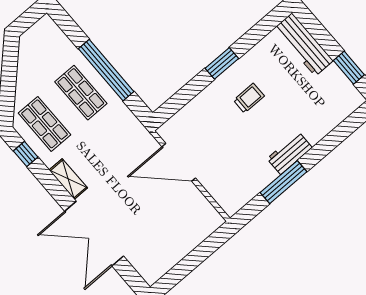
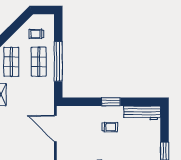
workbench: (304, 45) -> (142, 113), moved, turned -90
trolley: (46, 58) -> (36, 34), added

